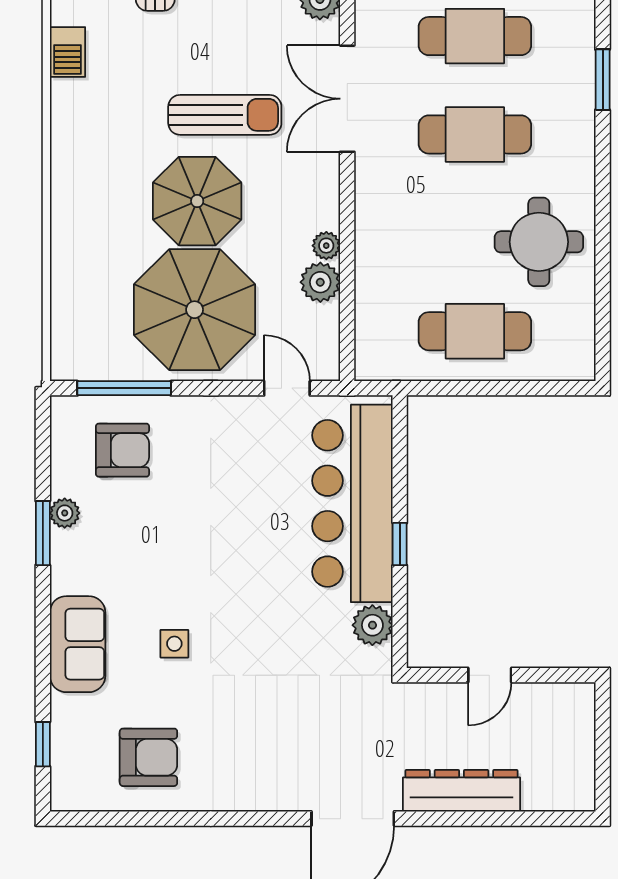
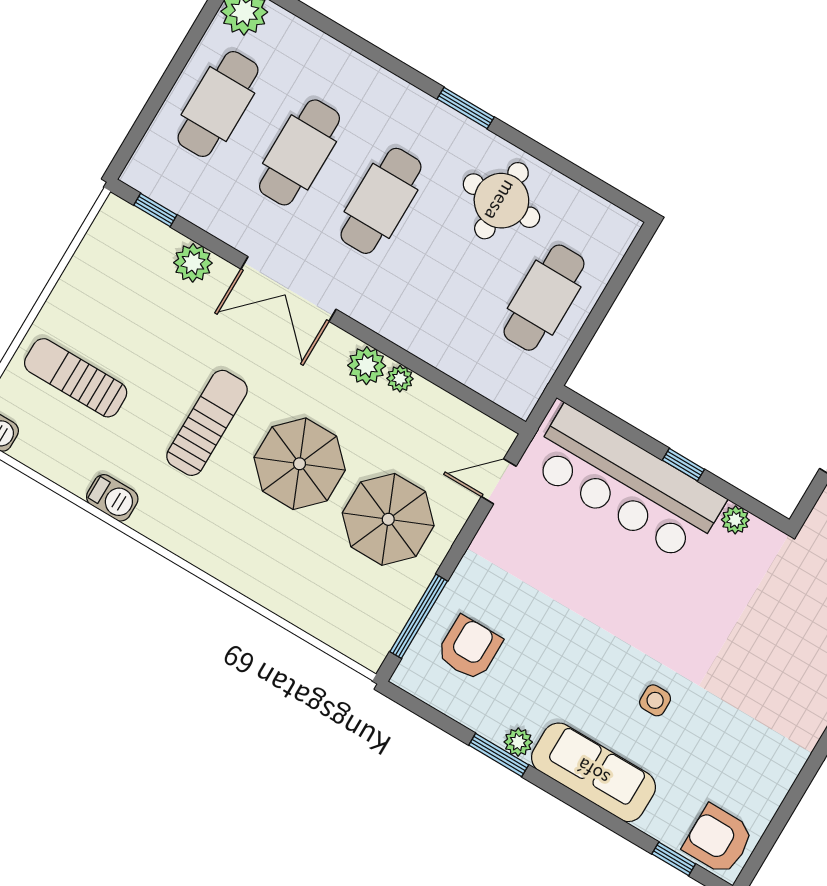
window: (603, 80) -> (466, 108), moved
sun lounger: (225, 115) -> (207, 423), moved
plant: (320, 282) -> (367, 366), moved
parasol: (195, 310) -> (388, 519), width x0.73, depth x0.73
plant: (65, 513) -> (518, 742), moved
plant: (372, 625) -> (735, 520), width x0.73, depth x0.73
sofa: (78, 644) -> (593, 772), width x1.36
armchair: (148, 757) -> (718, 840), moved, turned -90

